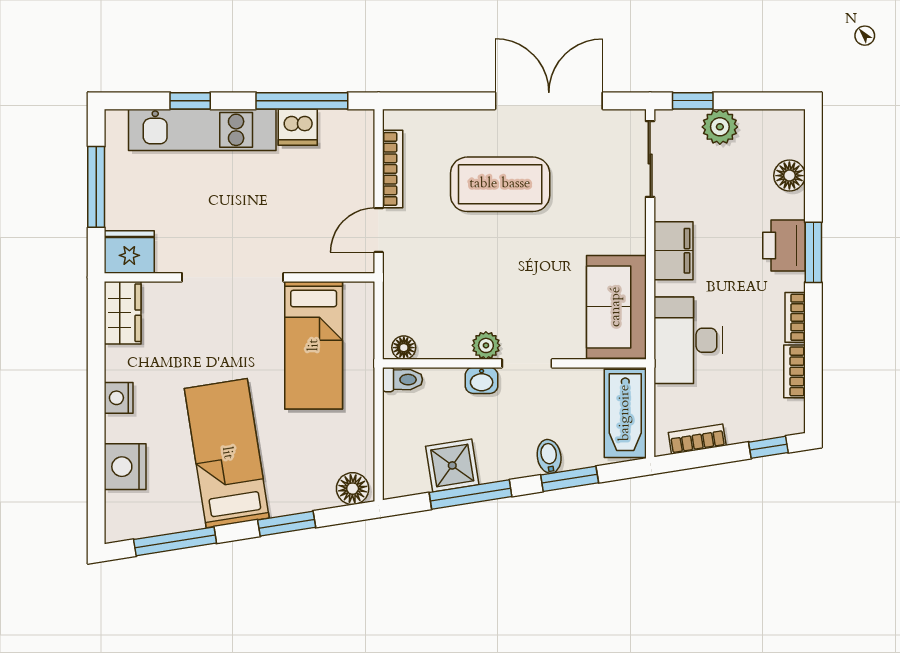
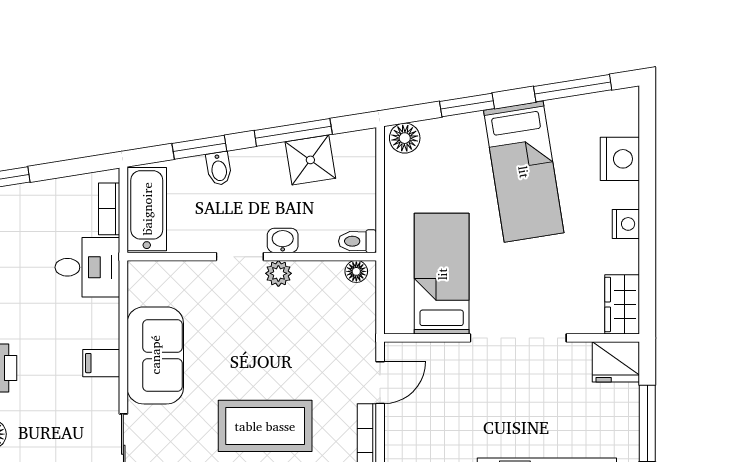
filing cabinet: (673, 251) -> (101, 363), width x0.50
sofa: (616, 307) -> (155, 355), moved
desk: (688, 340) -> (87, 267), width x0.73
bookcase: (697, 439) -> (109, 209), moved, turned 99

